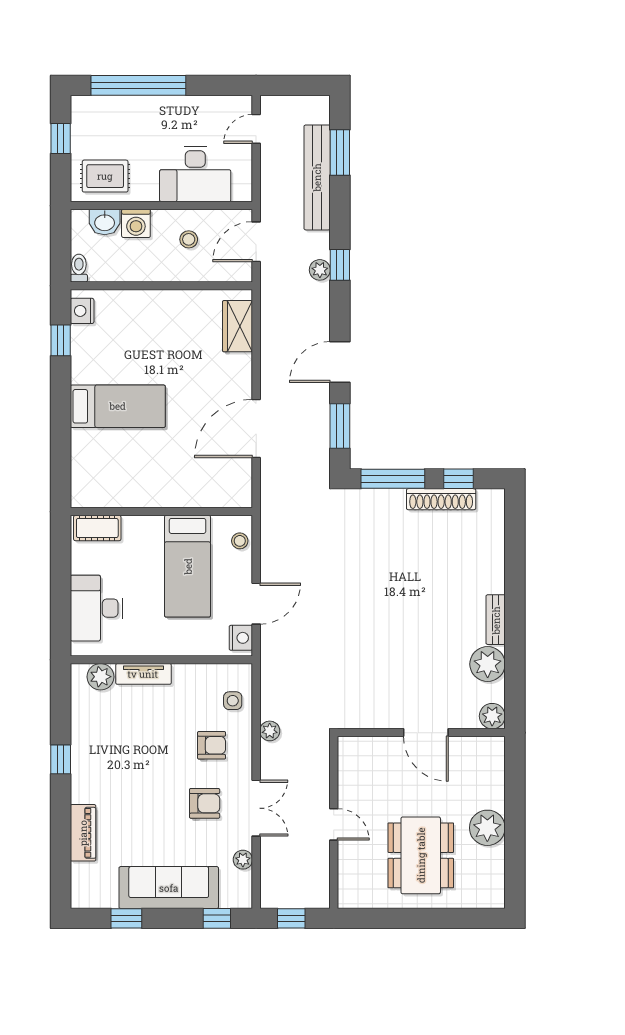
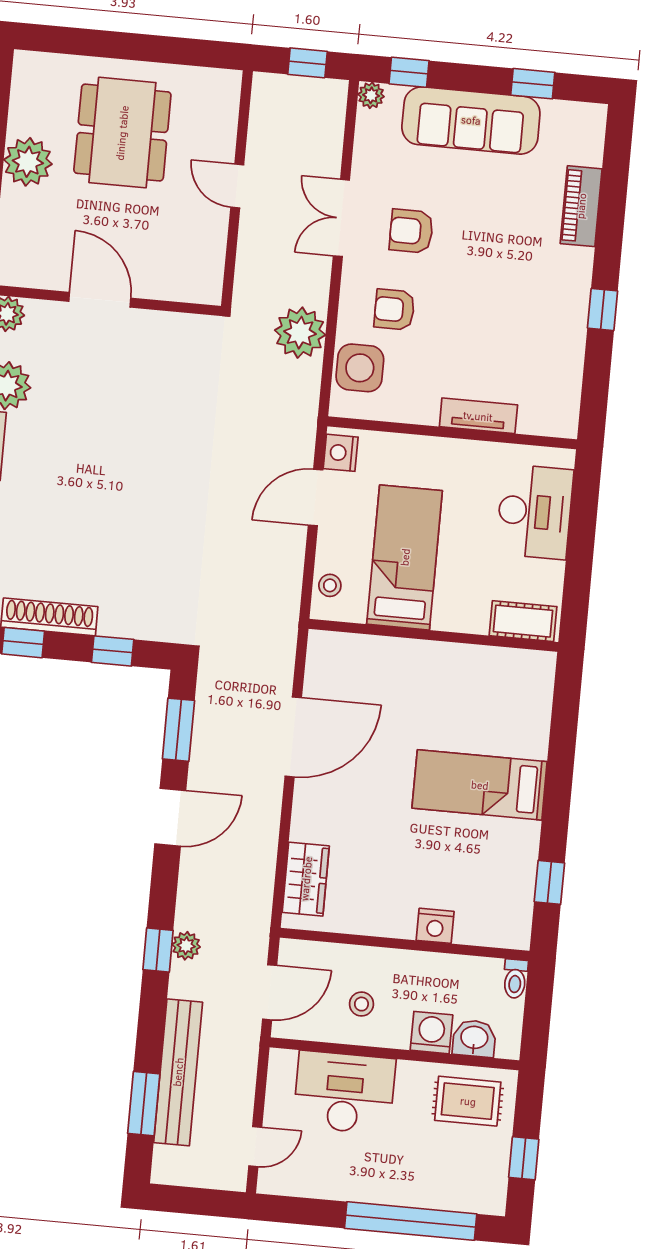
nightstand: (82, 311) -> (435, 926), moved, turned 90
window: (393, 479) -> (113, 651), width x0.46
plant: (101, 677) -> (537, 417), removed
side table: (233, 701) -> (360, 368), width x1.87, depth x1.87
plant: (270, 731) -> (300, 333), width x1.88, depth x1.88
plant: (243, 860) -> (371, 95), moved

